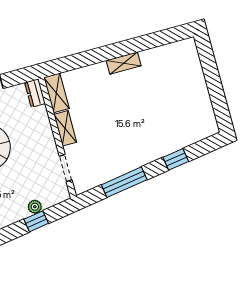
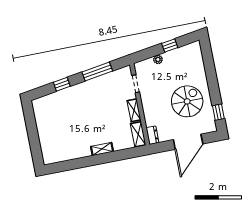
shelving: (124, 63) -> (102, 149), moved
window: (36, 221) -> (170, 45), moved

